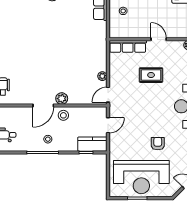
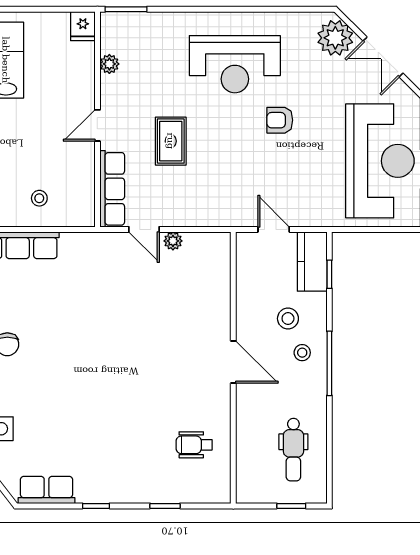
door: (108, 95) -> (144, 229), moved
plant: (62, 99) -> (219, 324), removed
stool: (63, 115) -> (288, 319), moved
armchair: (158, 144) -> (280, 120), moved

